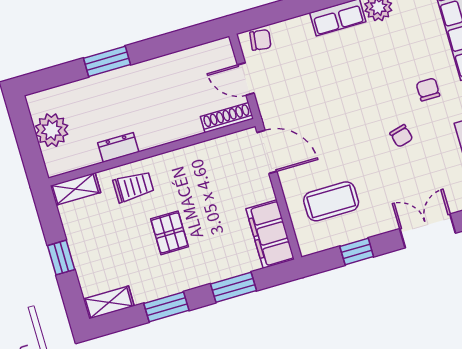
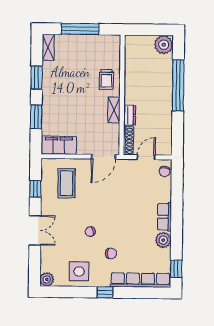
window: (107, 61) -> (178, 86), width x2.11
plant: (52, 130) -> (164, 45), moved
dresser: (118, 147) -> (130, 115), moved
shelving: (75, 189) -> (114, 110), moved
pallet: (170, 233) -> (76, 91), removed
window: (61, 258) -> (80, 29), width x2.17

